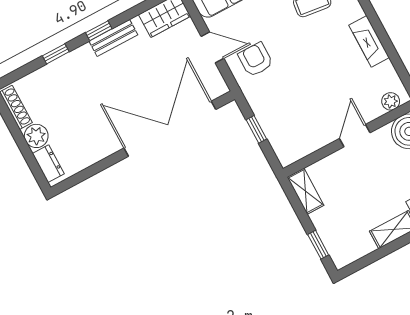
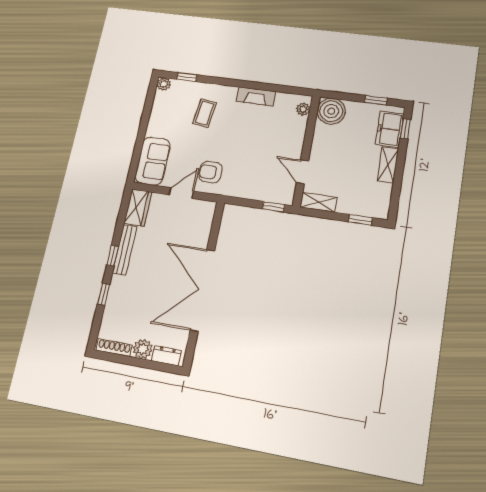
bench: (113, 38) -> (125, 250), width x1.36
double door: (170, 129) -> (203, 290), moved
window: (256, 129) -> (274, 207), moved
door: (355, 136) -> (302, 172), moved

